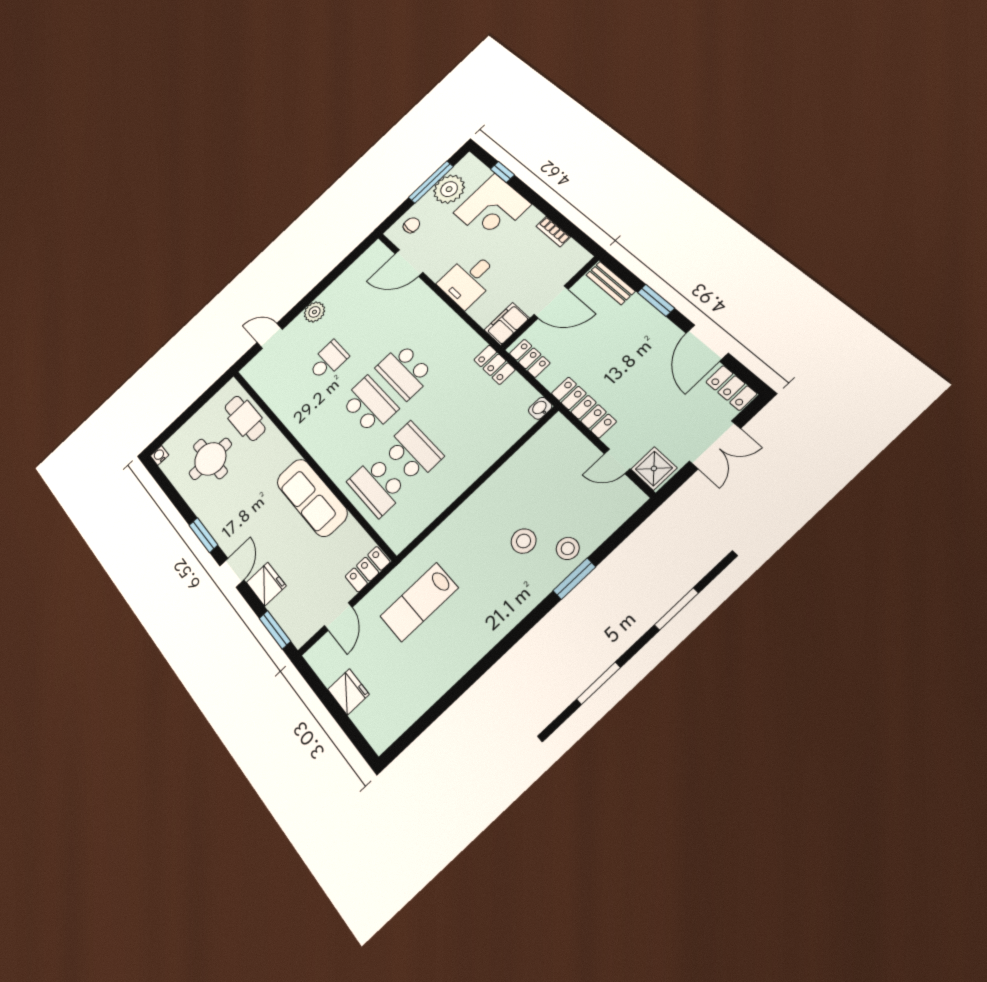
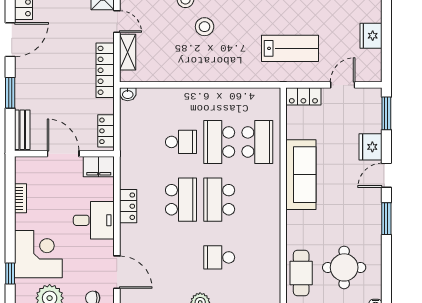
locker: (494, 365) -> (128, 206), moved
school desk: (449, 417) -> (181, 142), added
shelving: (578, 444) -> (128, 52), added

